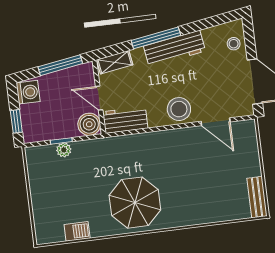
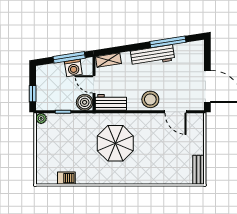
window: (156, 38) -> (168, 42), moved
stool: (234, 44) -> (195, 57), removed
washing machine: (28, 92) -> (73, 68), moved, turned 81
plant: (64, 150) -> (41, 118), moved
parasol: (135, 203) -> (115, 143), moved

